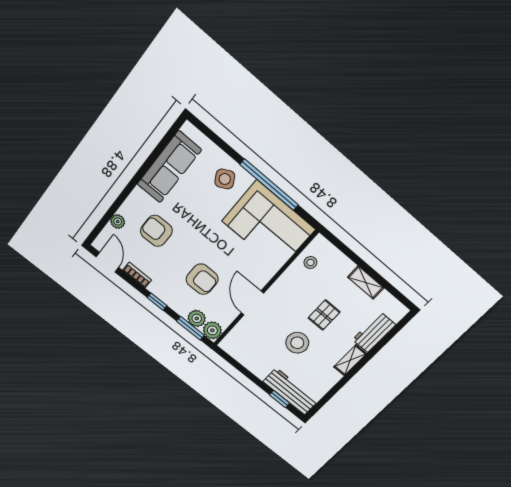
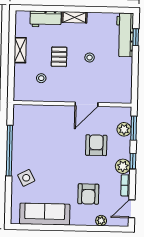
corner sofa: (268, 225) -> (32, 133), removed
stool: (310, 263) -> (41, 78), moved
pallet: (324, 315) -> (59, 57), turned 90
plant: (212, 330) -> (123, 166), moved
stool: (297, 343) -> (90, 58), width x0.53, depth x0.53

